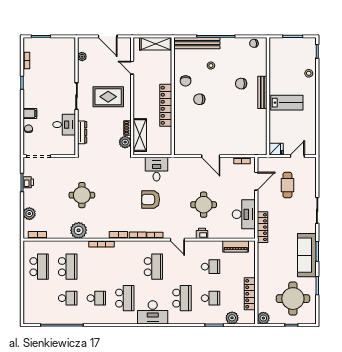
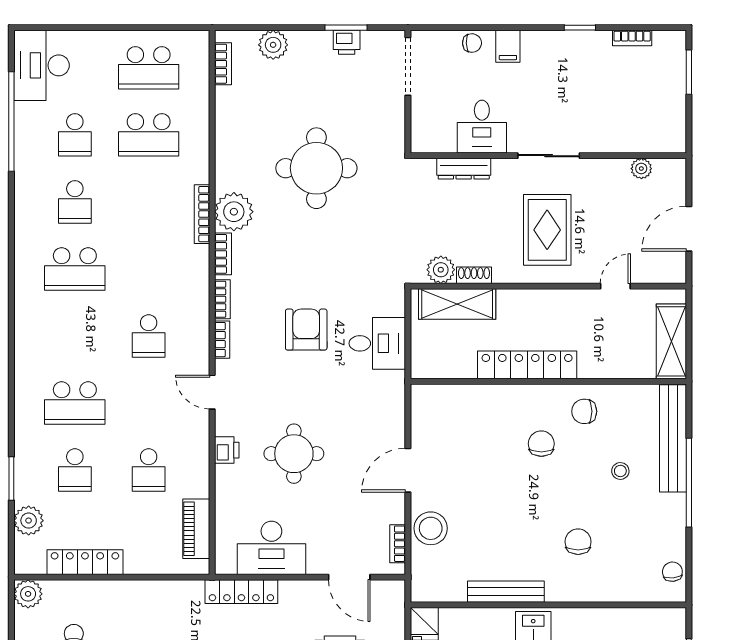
bench: (262, 92) -> (506, 592), moved
stool: (235, 146) -> (431, 528), added
round table: (82, 195) -> (316, 168), width x1.36, depth x1.36
plant: (79, 230) -> (234, 212), moved
door: (177, 240) -> (212, 392), hinge flipped
school desk: (153, 267) -> (149, 336), width x0.54
desk: (153, 312) -> (42, 65), moved

